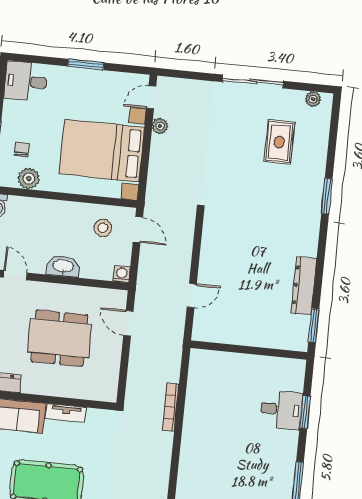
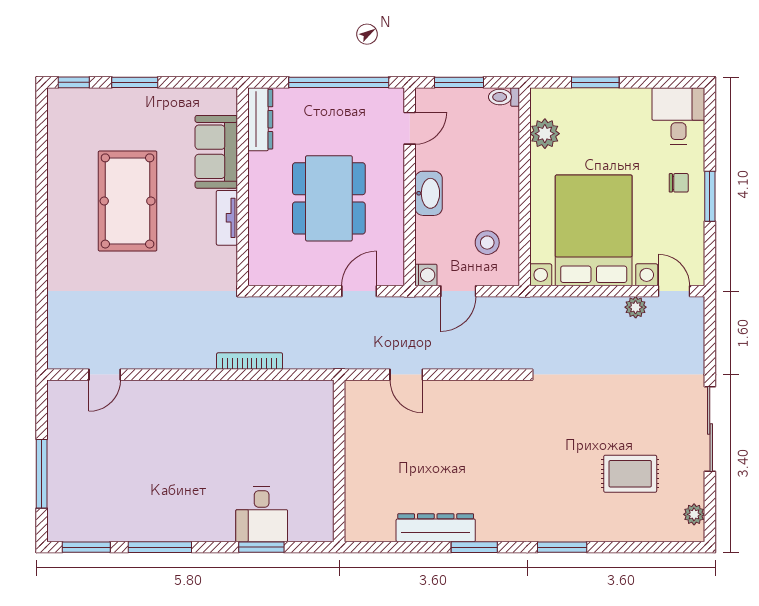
chair: (22, 149) -> (679, 183), moved
door: (138, 230) -> (458, 291), moved
window: (314, 325) -> (474, 547), moved

